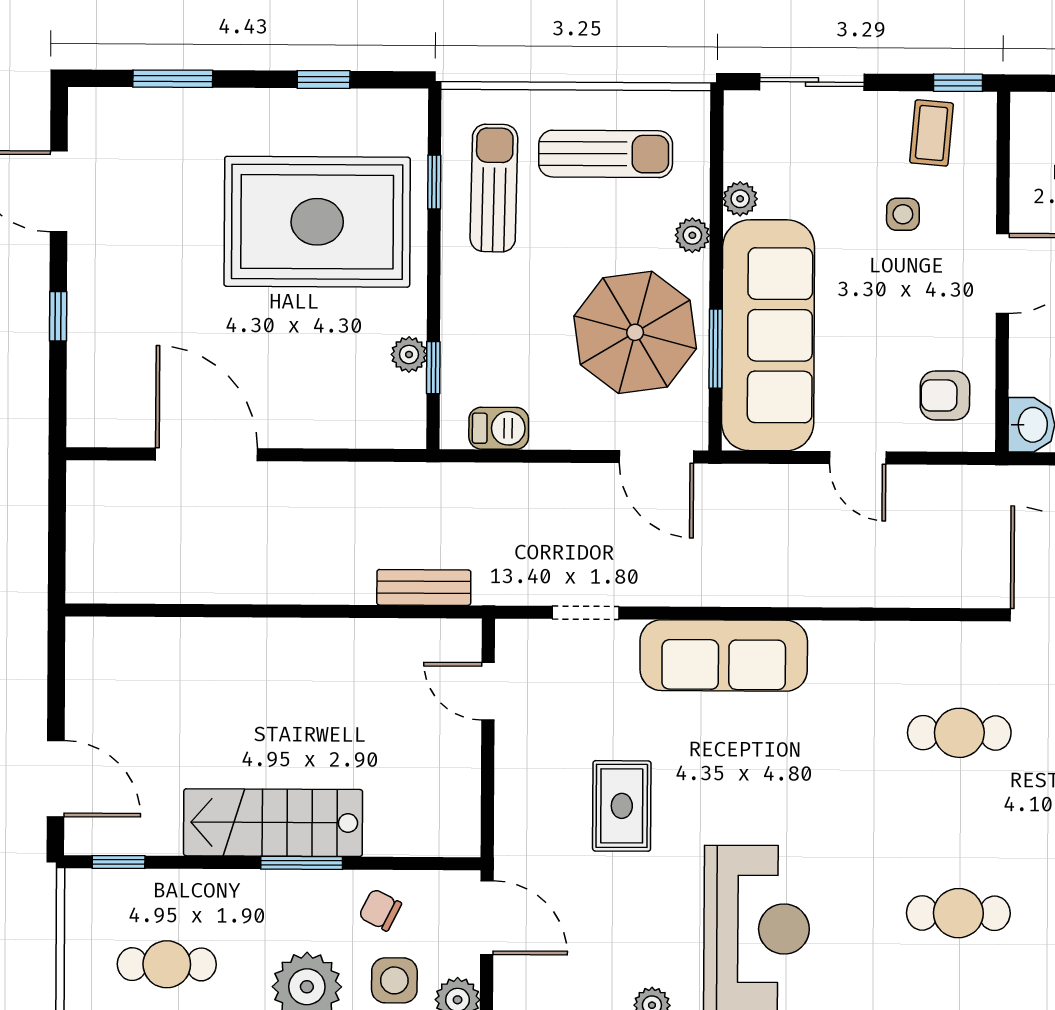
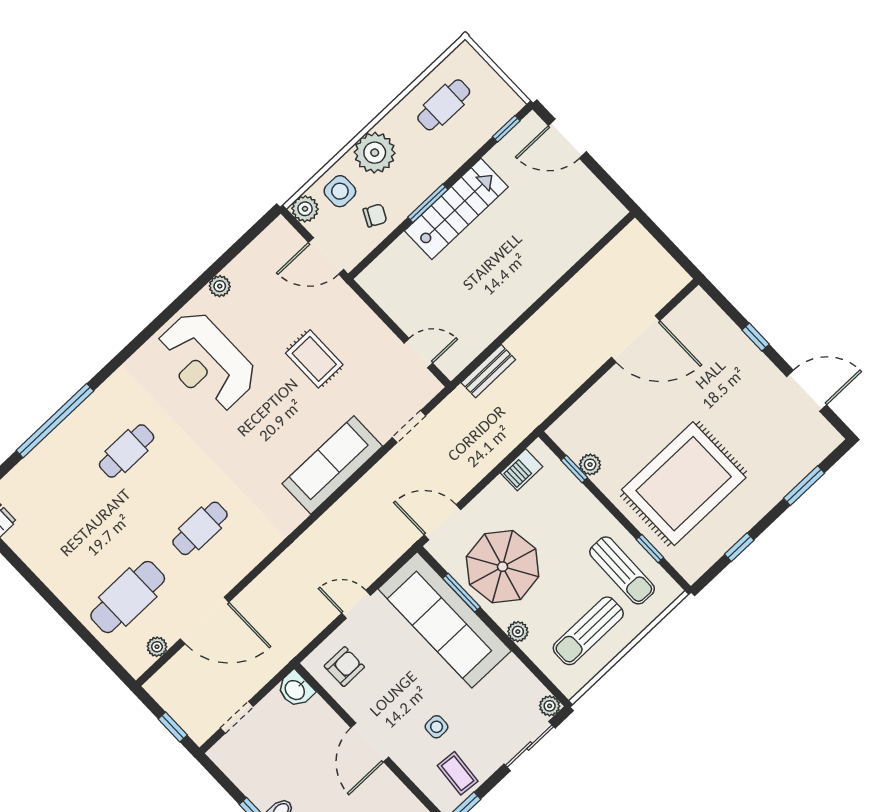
plant: (740, 199) -> (550, 706), moved

